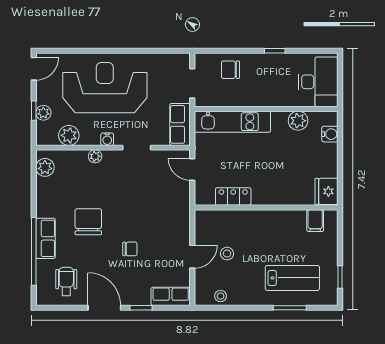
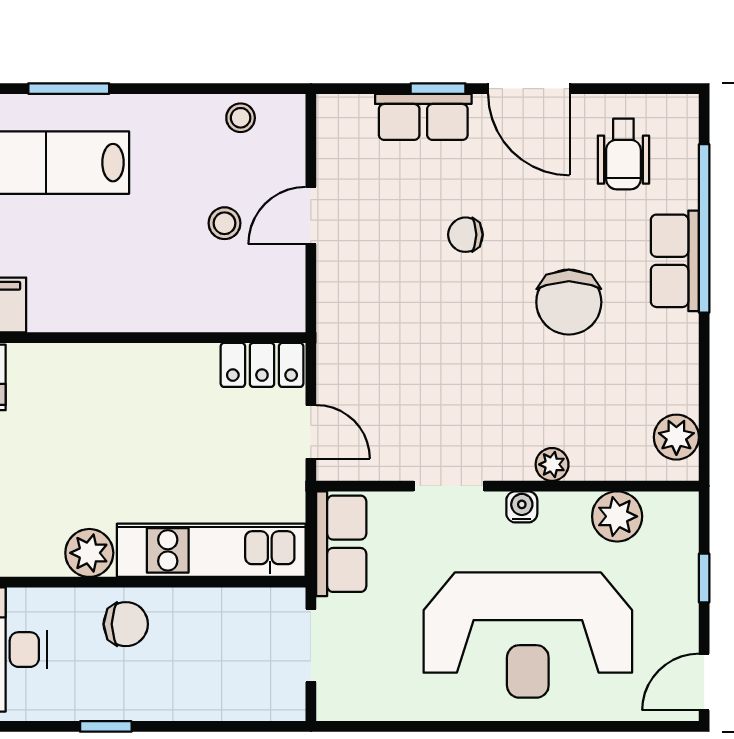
chair: (230, 70) -> (126, 624), moved
plant: (43, 113) -> (680, 573), removed
plant: (298, 121) -> (89, 553), moved
locker: (233, 196) -> (262, 365), moved
row of seats: (171, 296) -> (423, 117), moved

